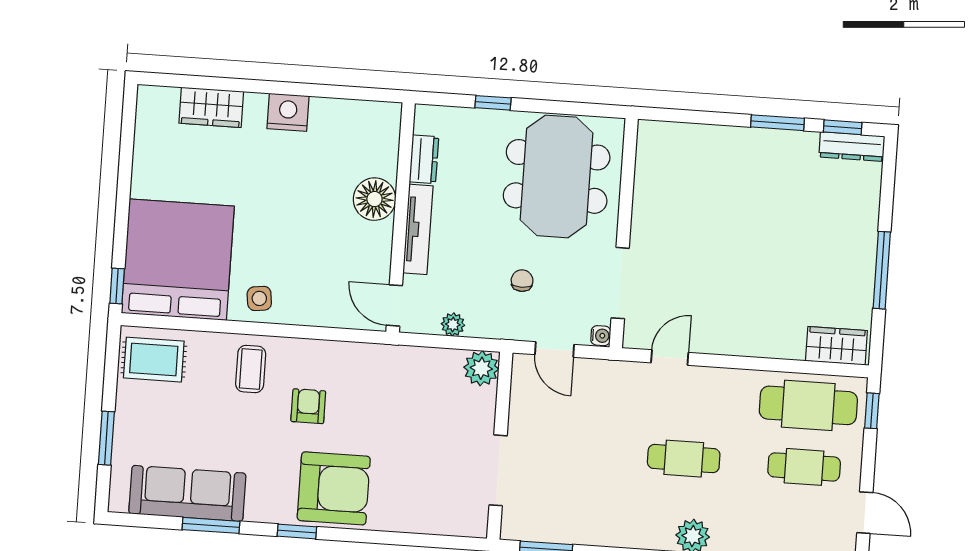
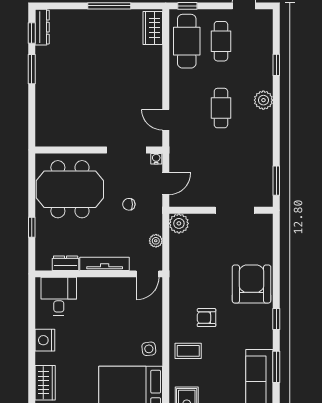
desk: (365, 143) -> (59, 296), added
floor lamp: (375, 199) -> (89, 289), removed
armchair: (334, 488) -> (252, 284), moved

